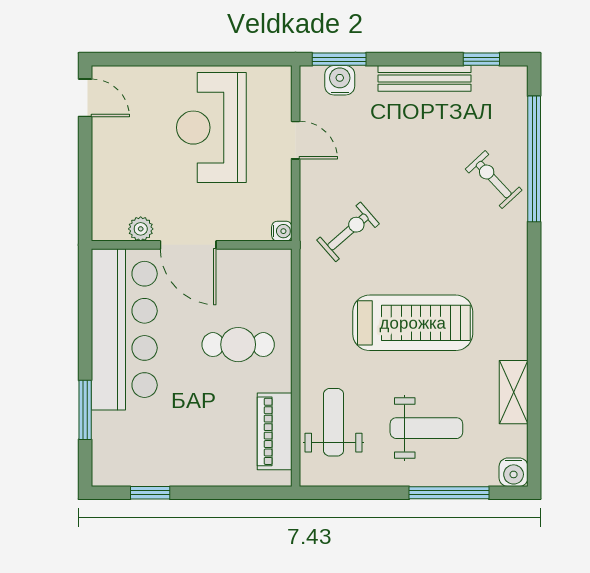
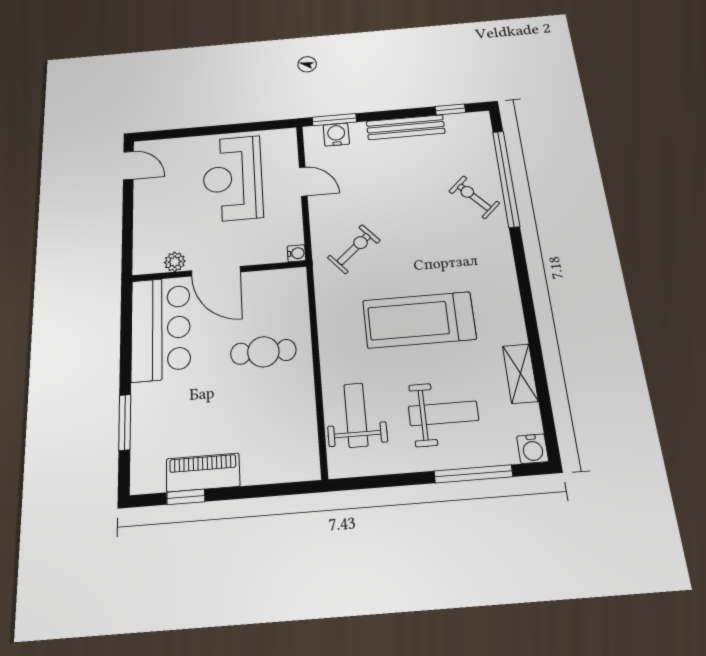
treadmill: (413, 323) -> (419, 320), turned 180
bar counter: (124, 329) -> (161, 328), width x0.73
piano: (275, 431) -> (203, 472), moved, turned 90

